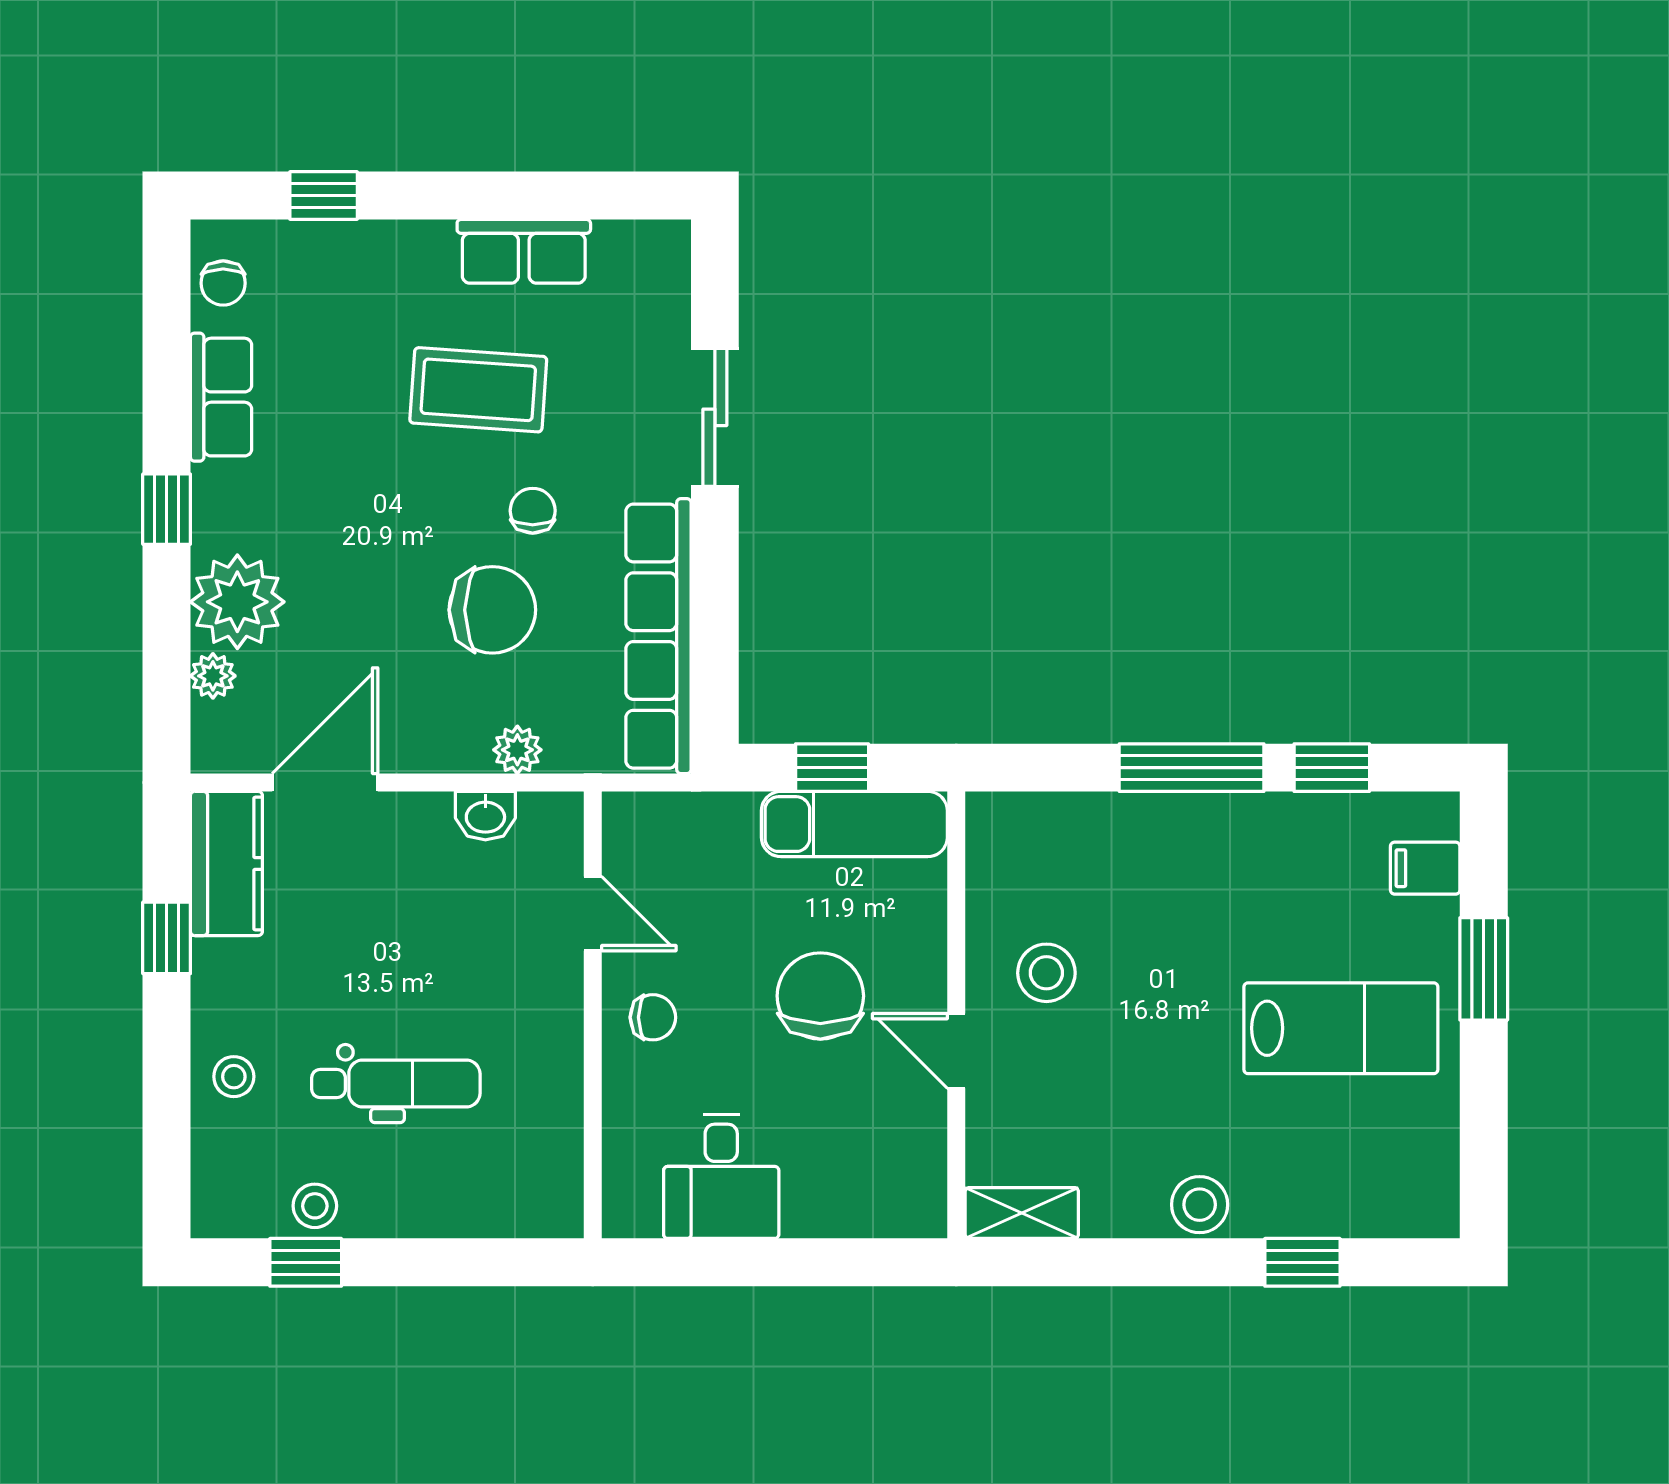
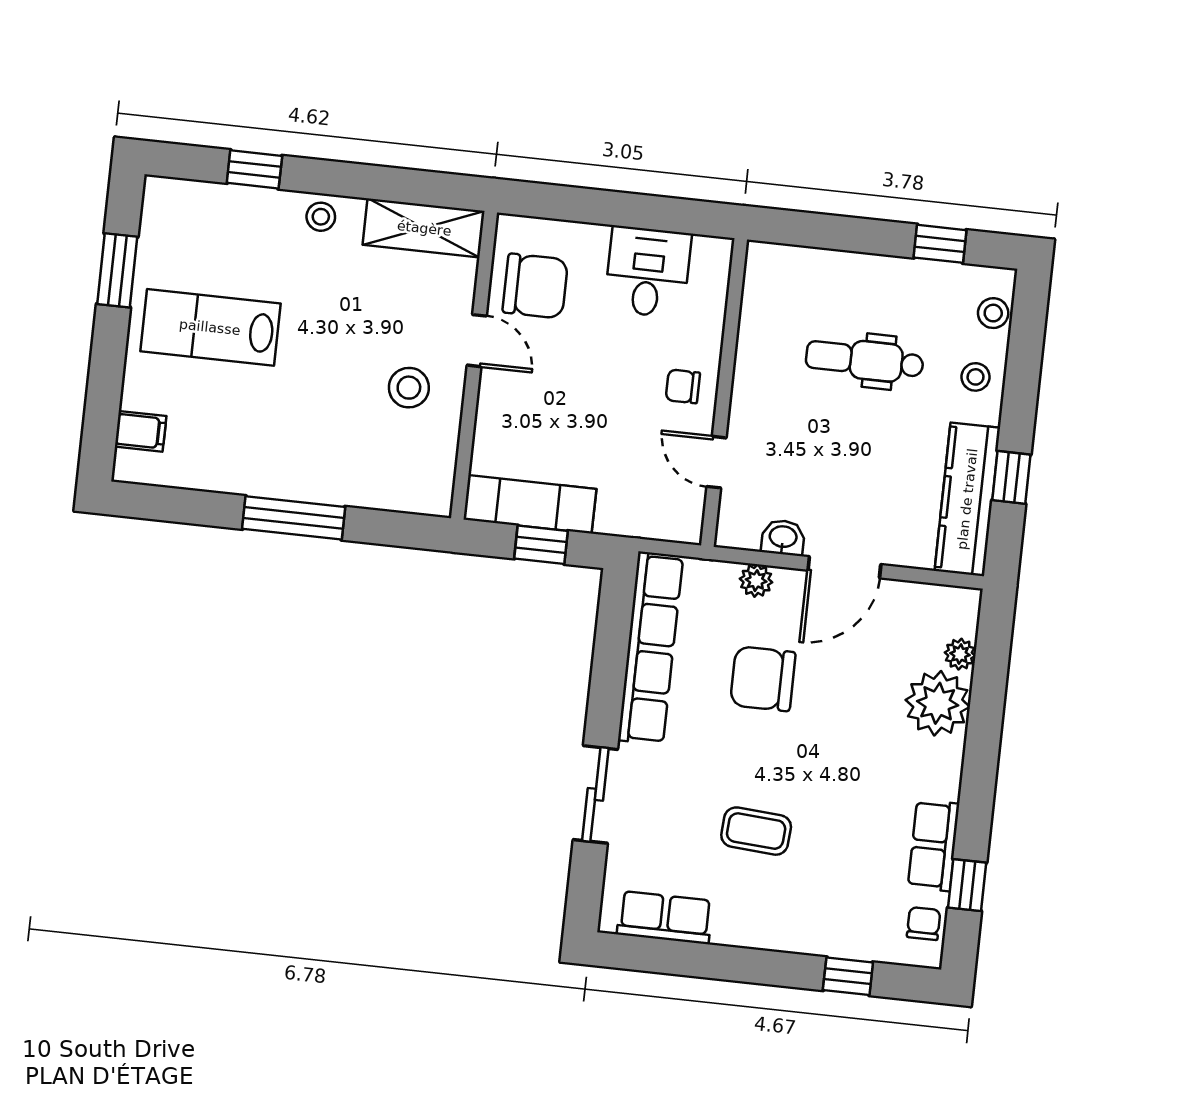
row of seats: (524, 251) -> (665, 918), moved
coffee table: (478, 390) -> (756, 831), width x0.73, depth x0.77
window: (167, 509) -> (967, 885), moved
chair: (533, 511) -> (728, 744), removed
window: (1332, 768) -> (197, 507), removed
door: (325, 783) -> (844, 567), moved
kitchen counter: (226, 864) -> (967, 499), width x1.50
window: (1484, 969) -> (117, 270), moved
chair: (820, 996) -> (535, 286), moved, turned -90
stool: (1200, 1205) -> (321, 217), width x0.73, depth x0.73
stool: (315, 1206) -> (993, 313), moved
shelving: (1022, 1213) -> (424, 228), width x1.50, depth x1.33

